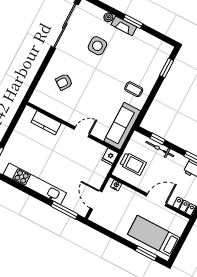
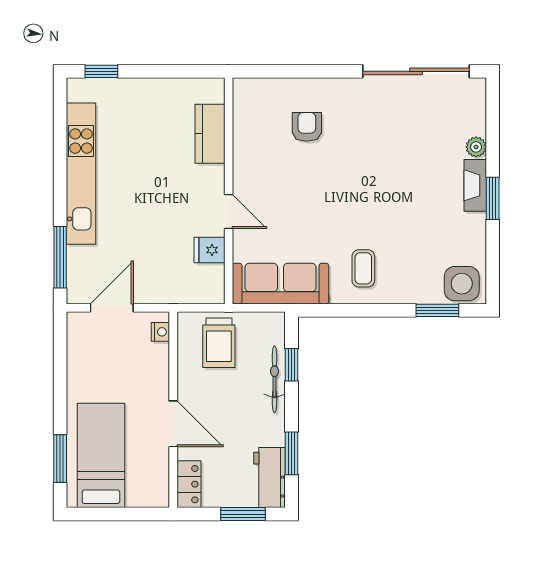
side table: (97, 46) -> (462, 284), moved
armchair: (64, 82) -> (307, 127), turned 55
fridge: (110, 157) -> (210, 250), moved

